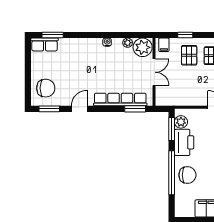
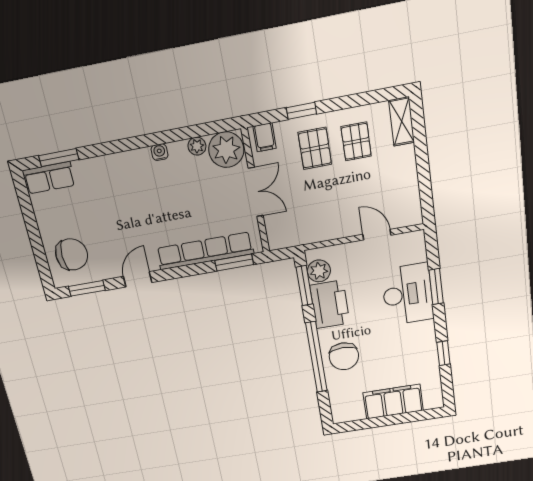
chair: (187, 175) -> (344, 356), turned 90

